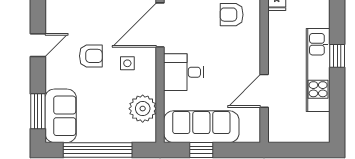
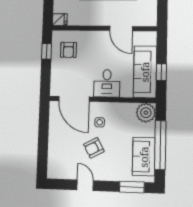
armchair: (91, 56) -> (94, 148), turned -118
plant: (143, 109) -> (146, 113), moved
sofa: (61, 116) -> (144, 157), moved, turned -90

